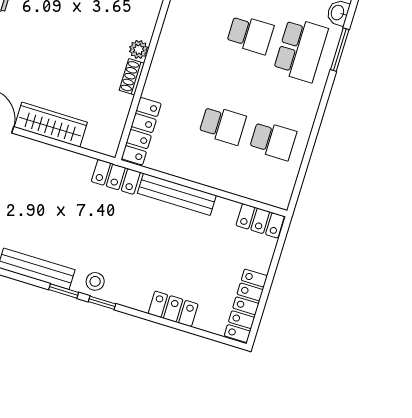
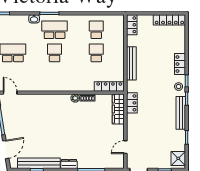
wardrobe: (51, 125) -> (118, 109), moved
locker: (116, 177) -> (132, 103), moved
locker: (173, 309) -> (180, 64), moved

